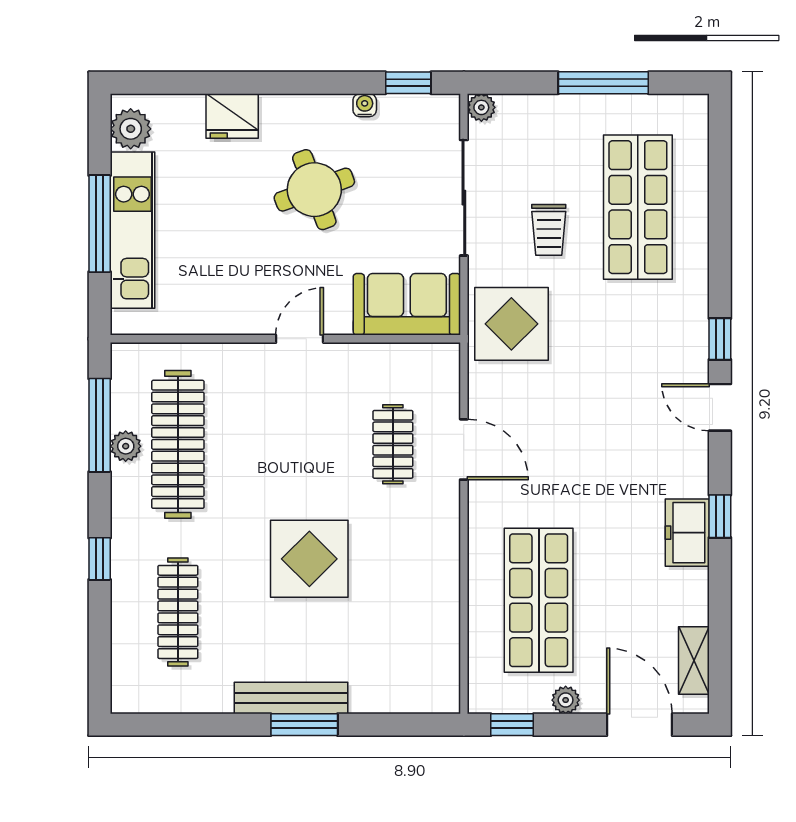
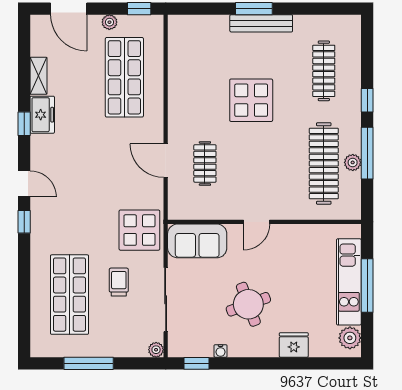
window: (100, 425) -> (367, 153), moved
shelving: (694, 661) -> (39, 76), moved

